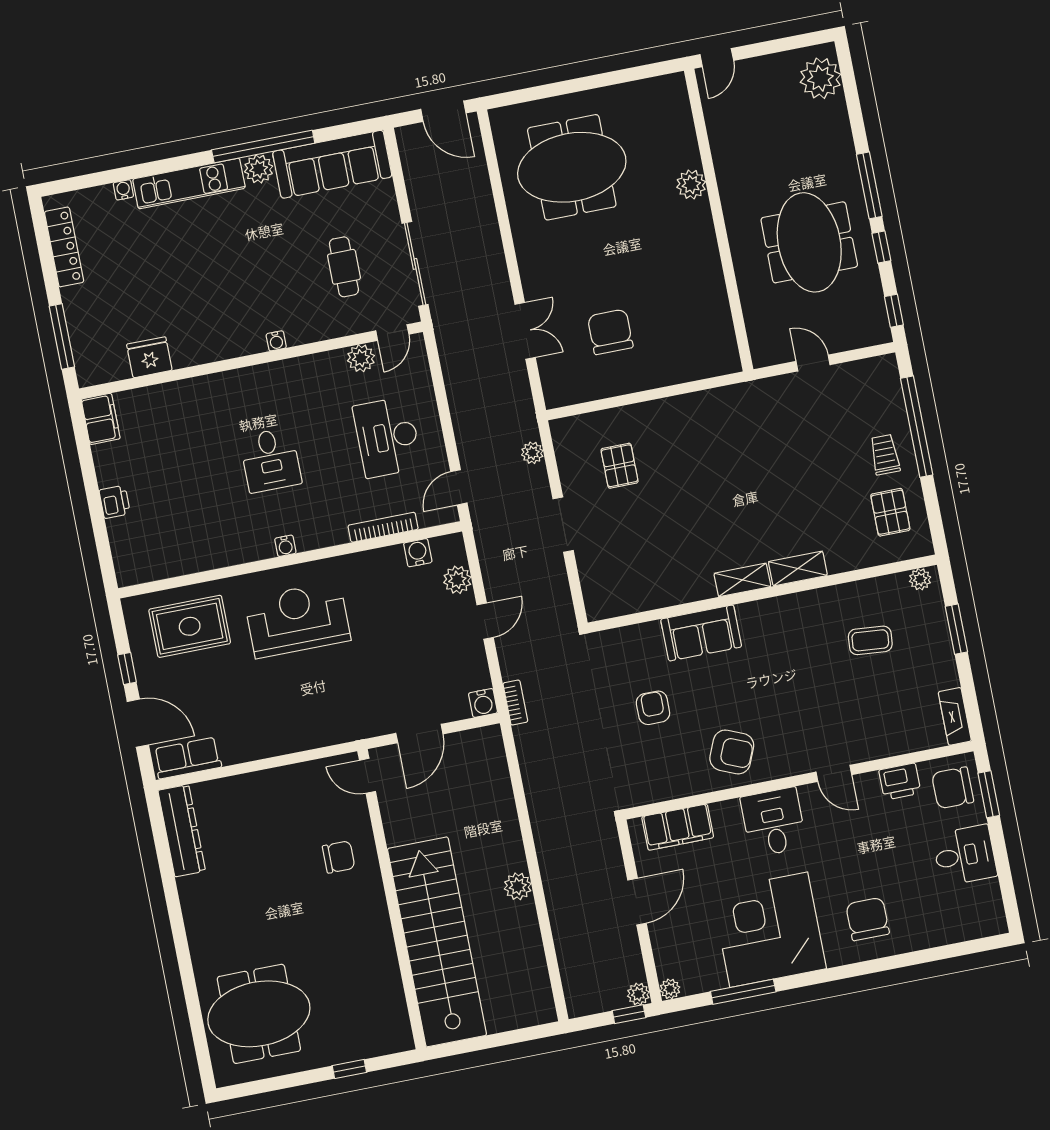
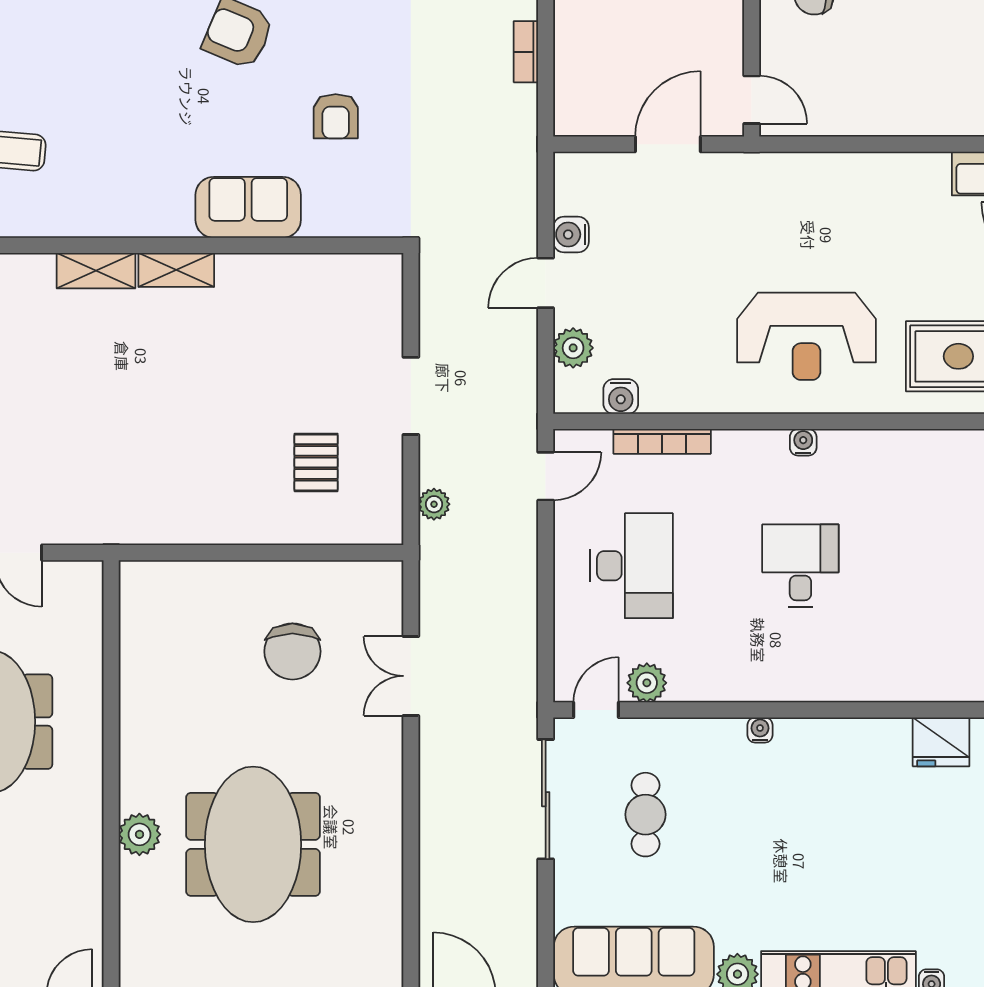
meeting table: (572, 167) -> (253, 844), moved, turned 90
water cooler: (483, 703) -> (571, 234), moved, turned -90
bookcase: (515, 703) -> (526, 52), moved

